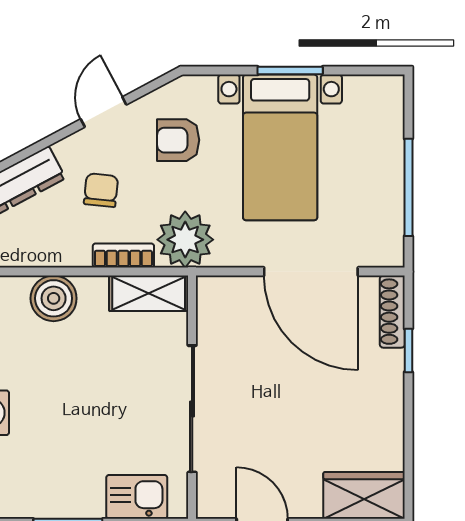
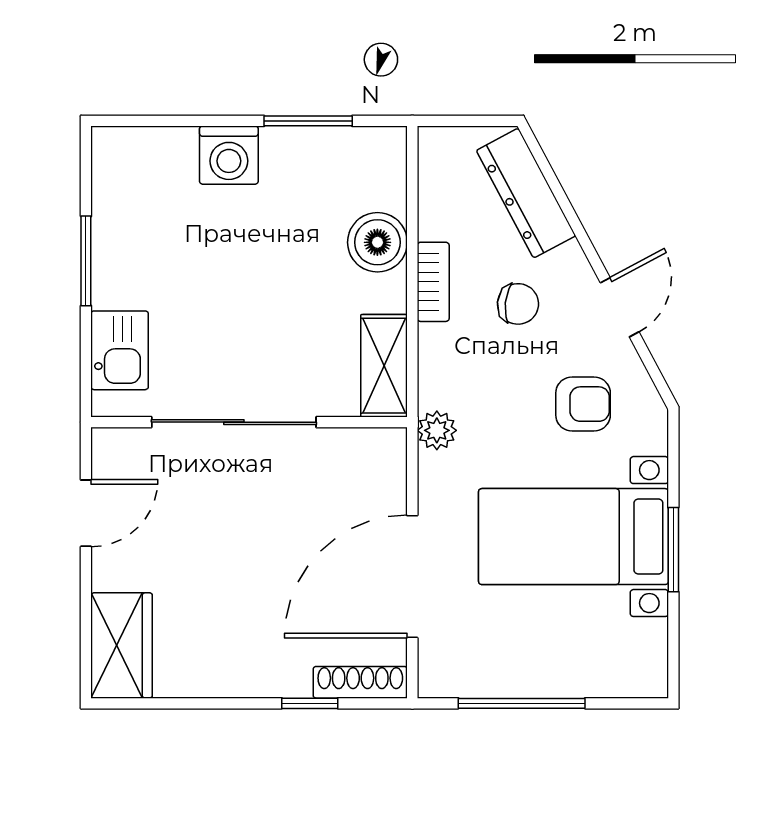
door: (104, 112) -> (620, 307), hinge flipped
armchair: (178, 140) -> (583, 404), turned 90
plant: (185, 240) -> (437, 430), width x0.53, depth x0.53
bookcase: (123, 255) -> (433, 282), moved

